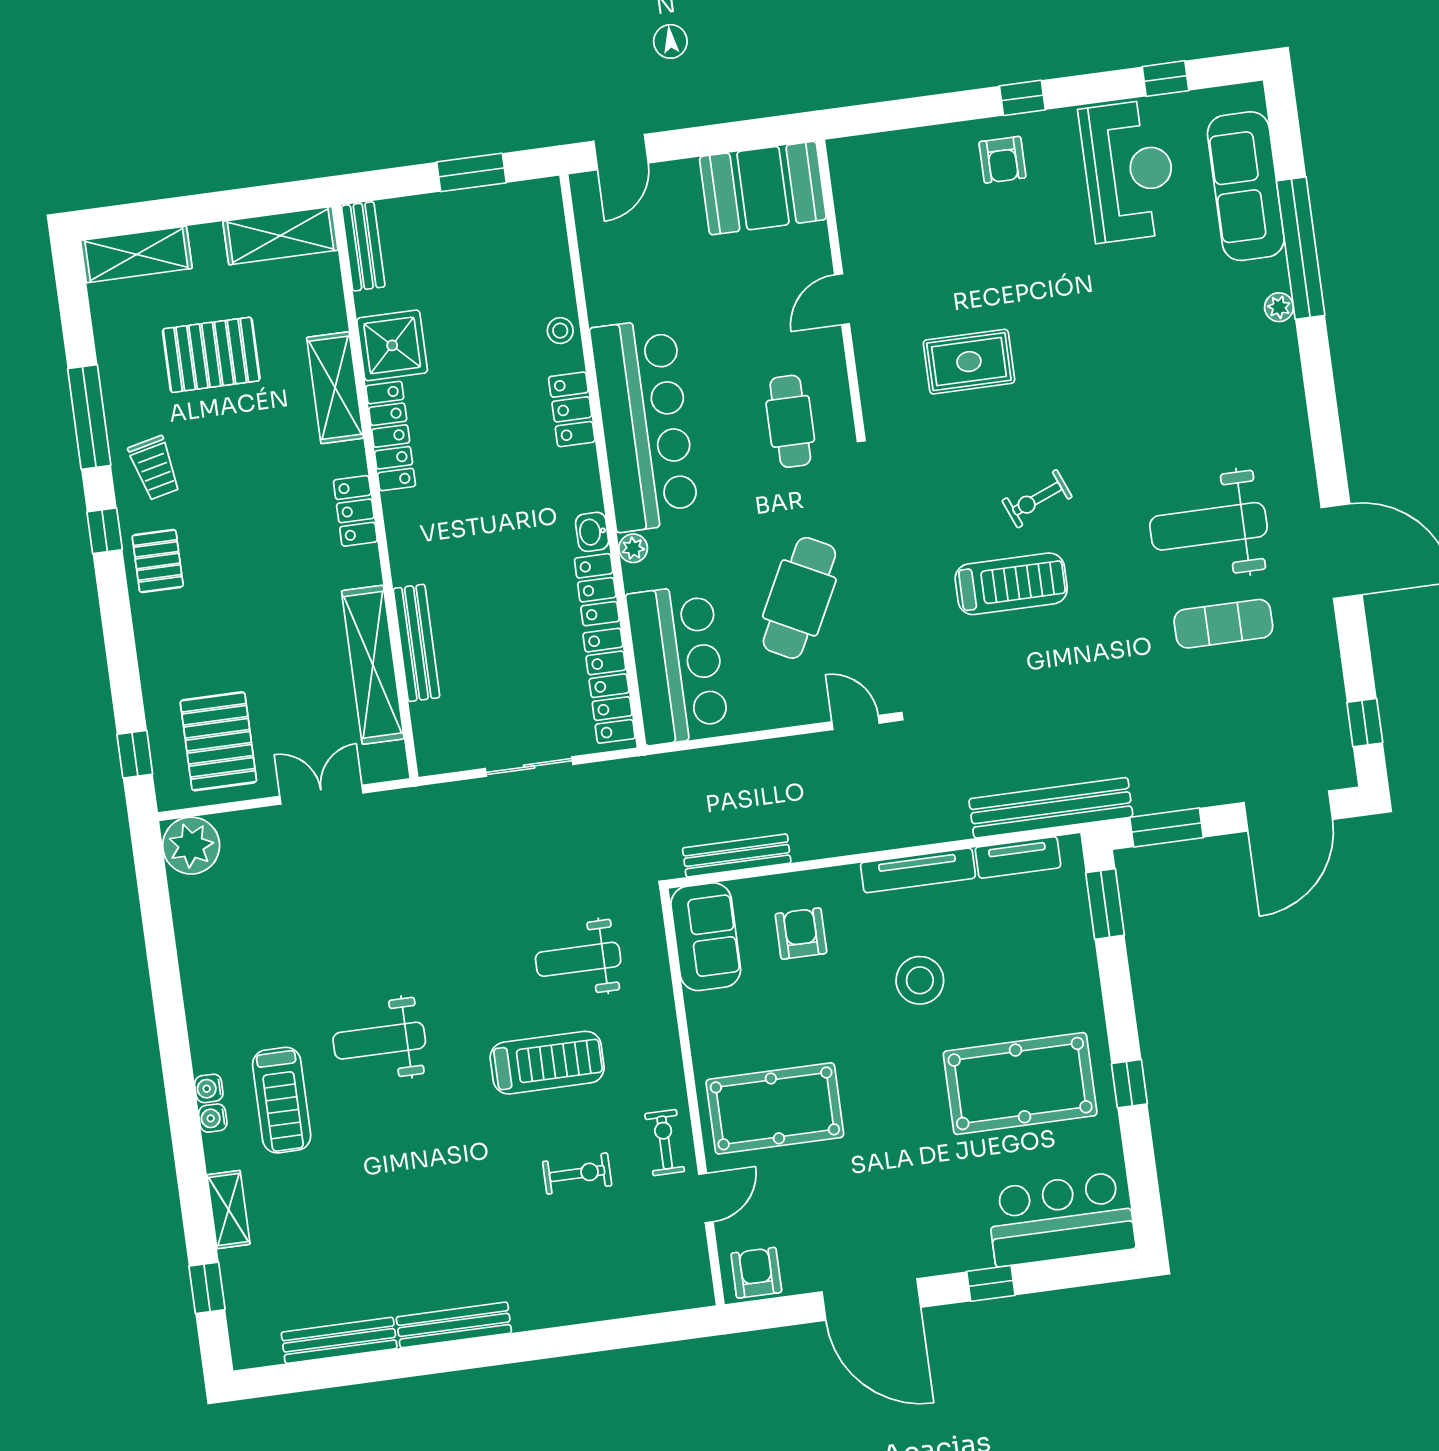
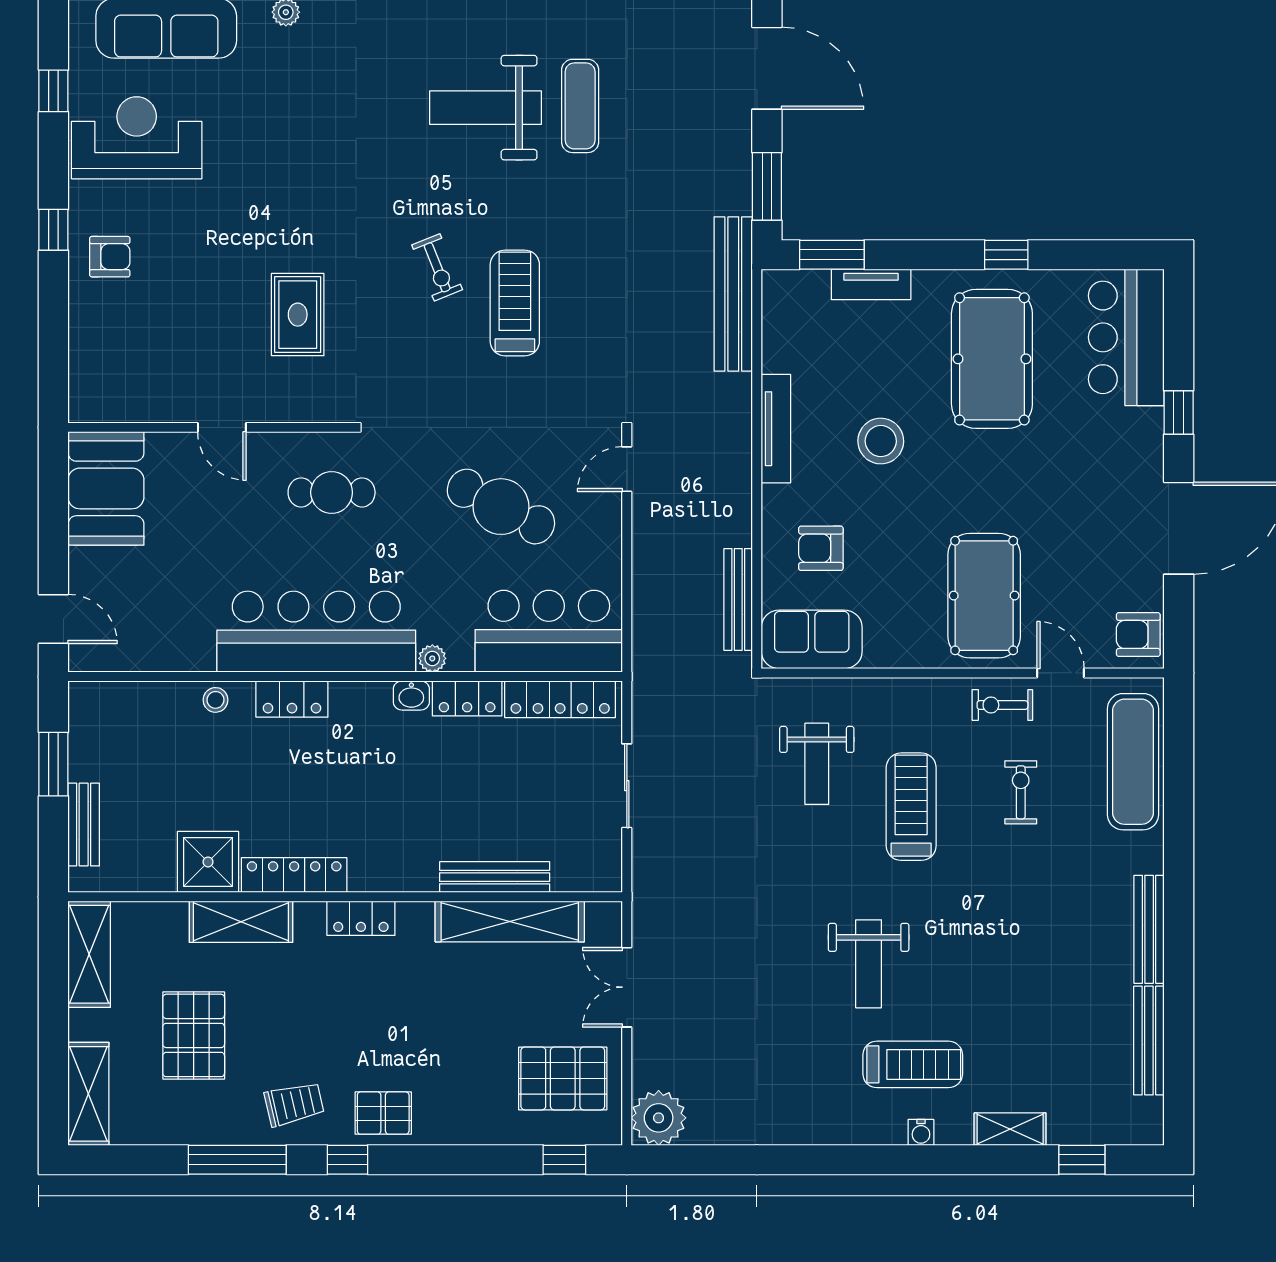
bench: (363, 246) -> (84, 825), moved, turned 90
weight bench: (1208, 526) -> (485, 108), turned 90
tv unit: (1018, 857) -> (871, 284), moved, turned 90
water cooler: (209, 1088) -> (892, 1132), removed
exercise mat: (624, 1285) -> (1133, 762), added

